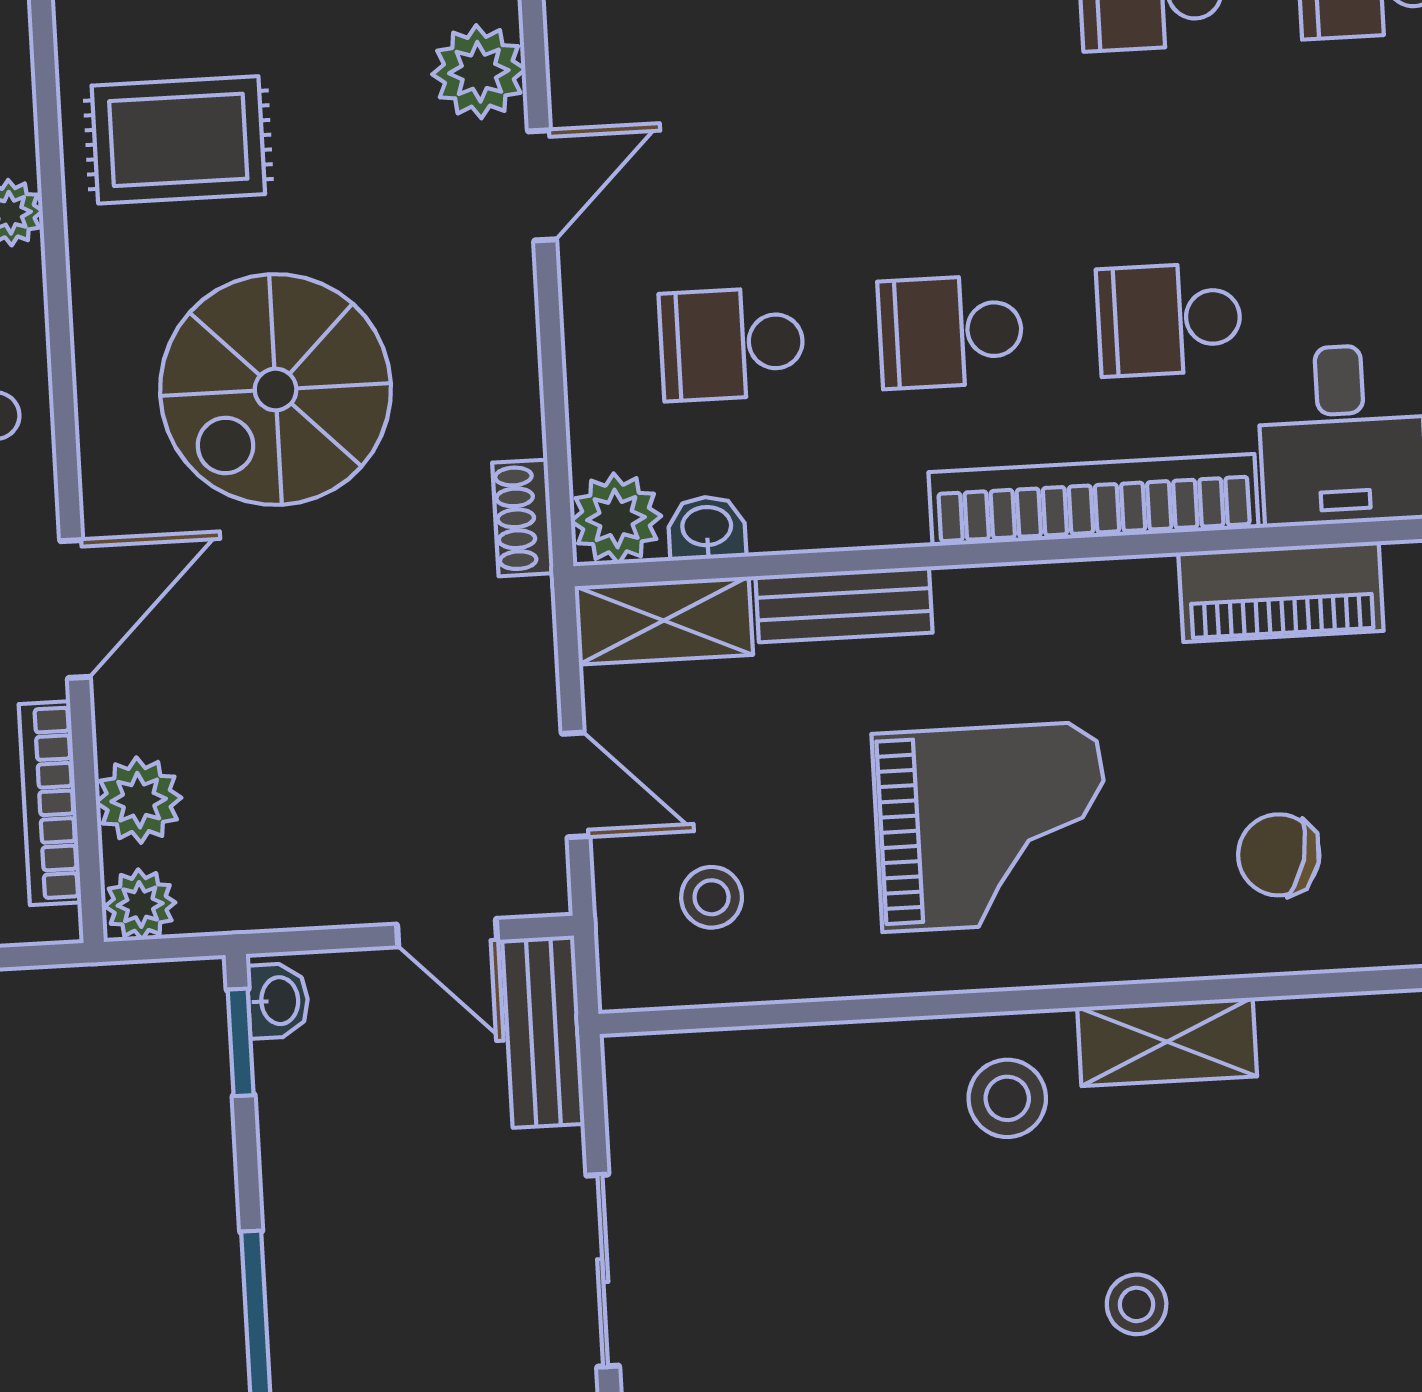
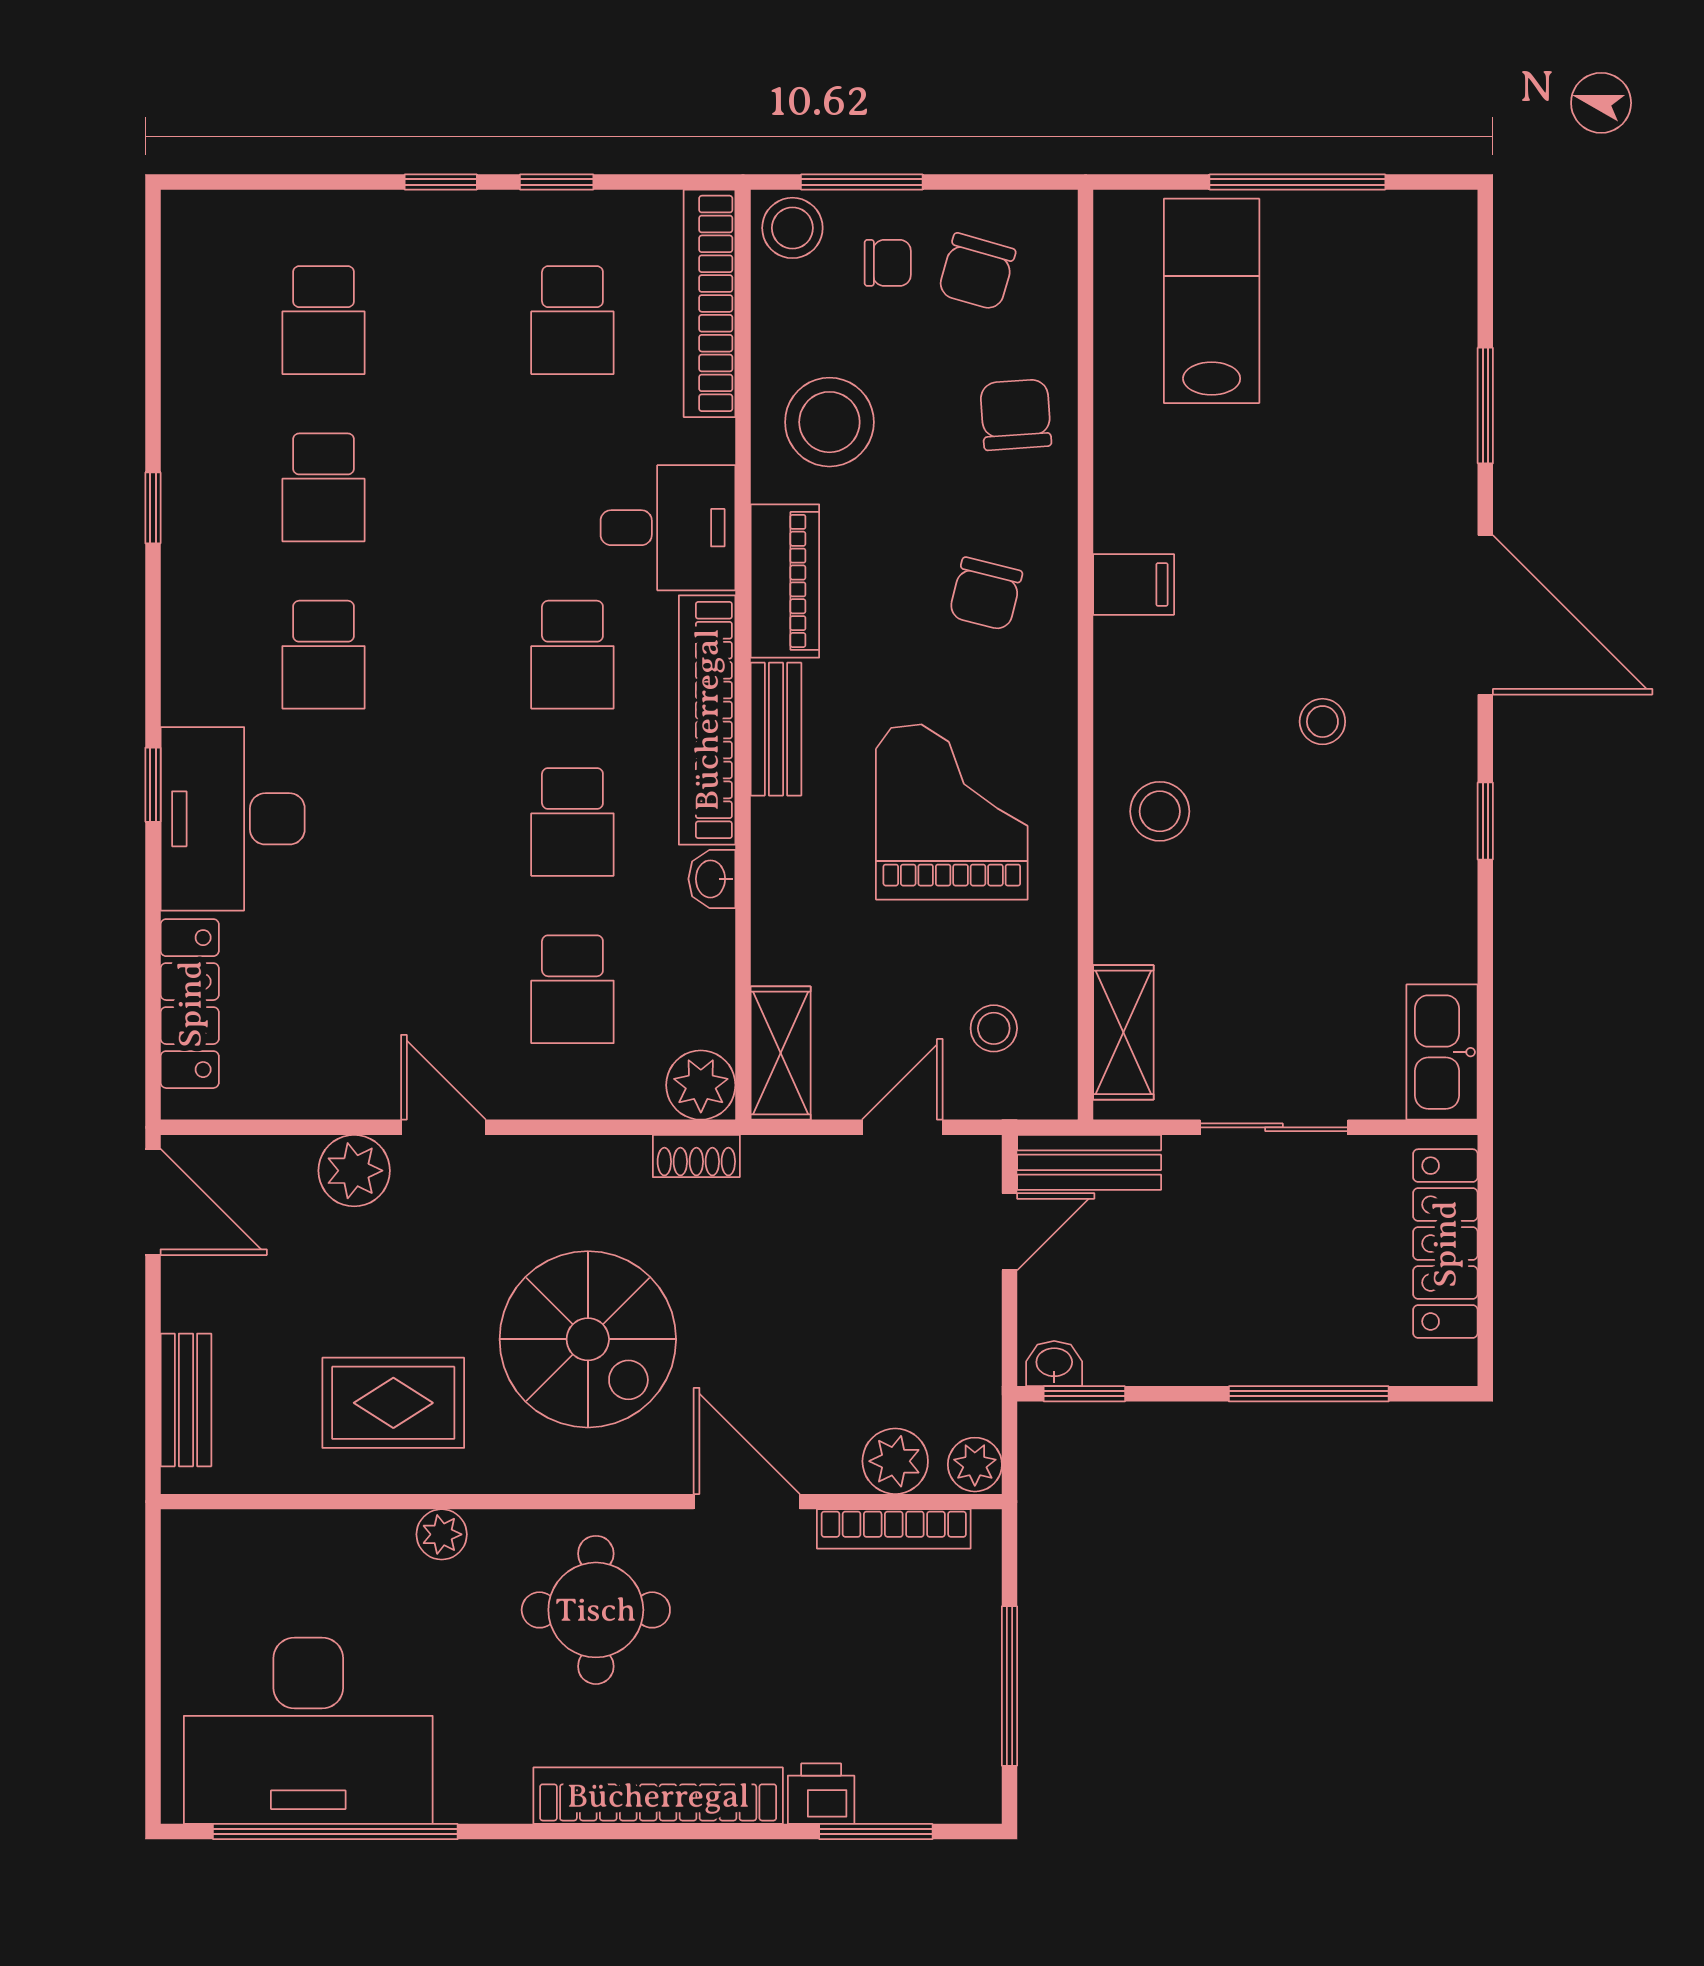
rug: (178, 140) -> (393, 1403), turned 90
washbasin: (707, 528) -> (712, 879), moved
bench: (844, 604) -> (776, 729), moved
shelving: (1167, 1042) -> (1123, 1032), moved
filing cabinet: (1302, 1048) -> (1134, 584), added

